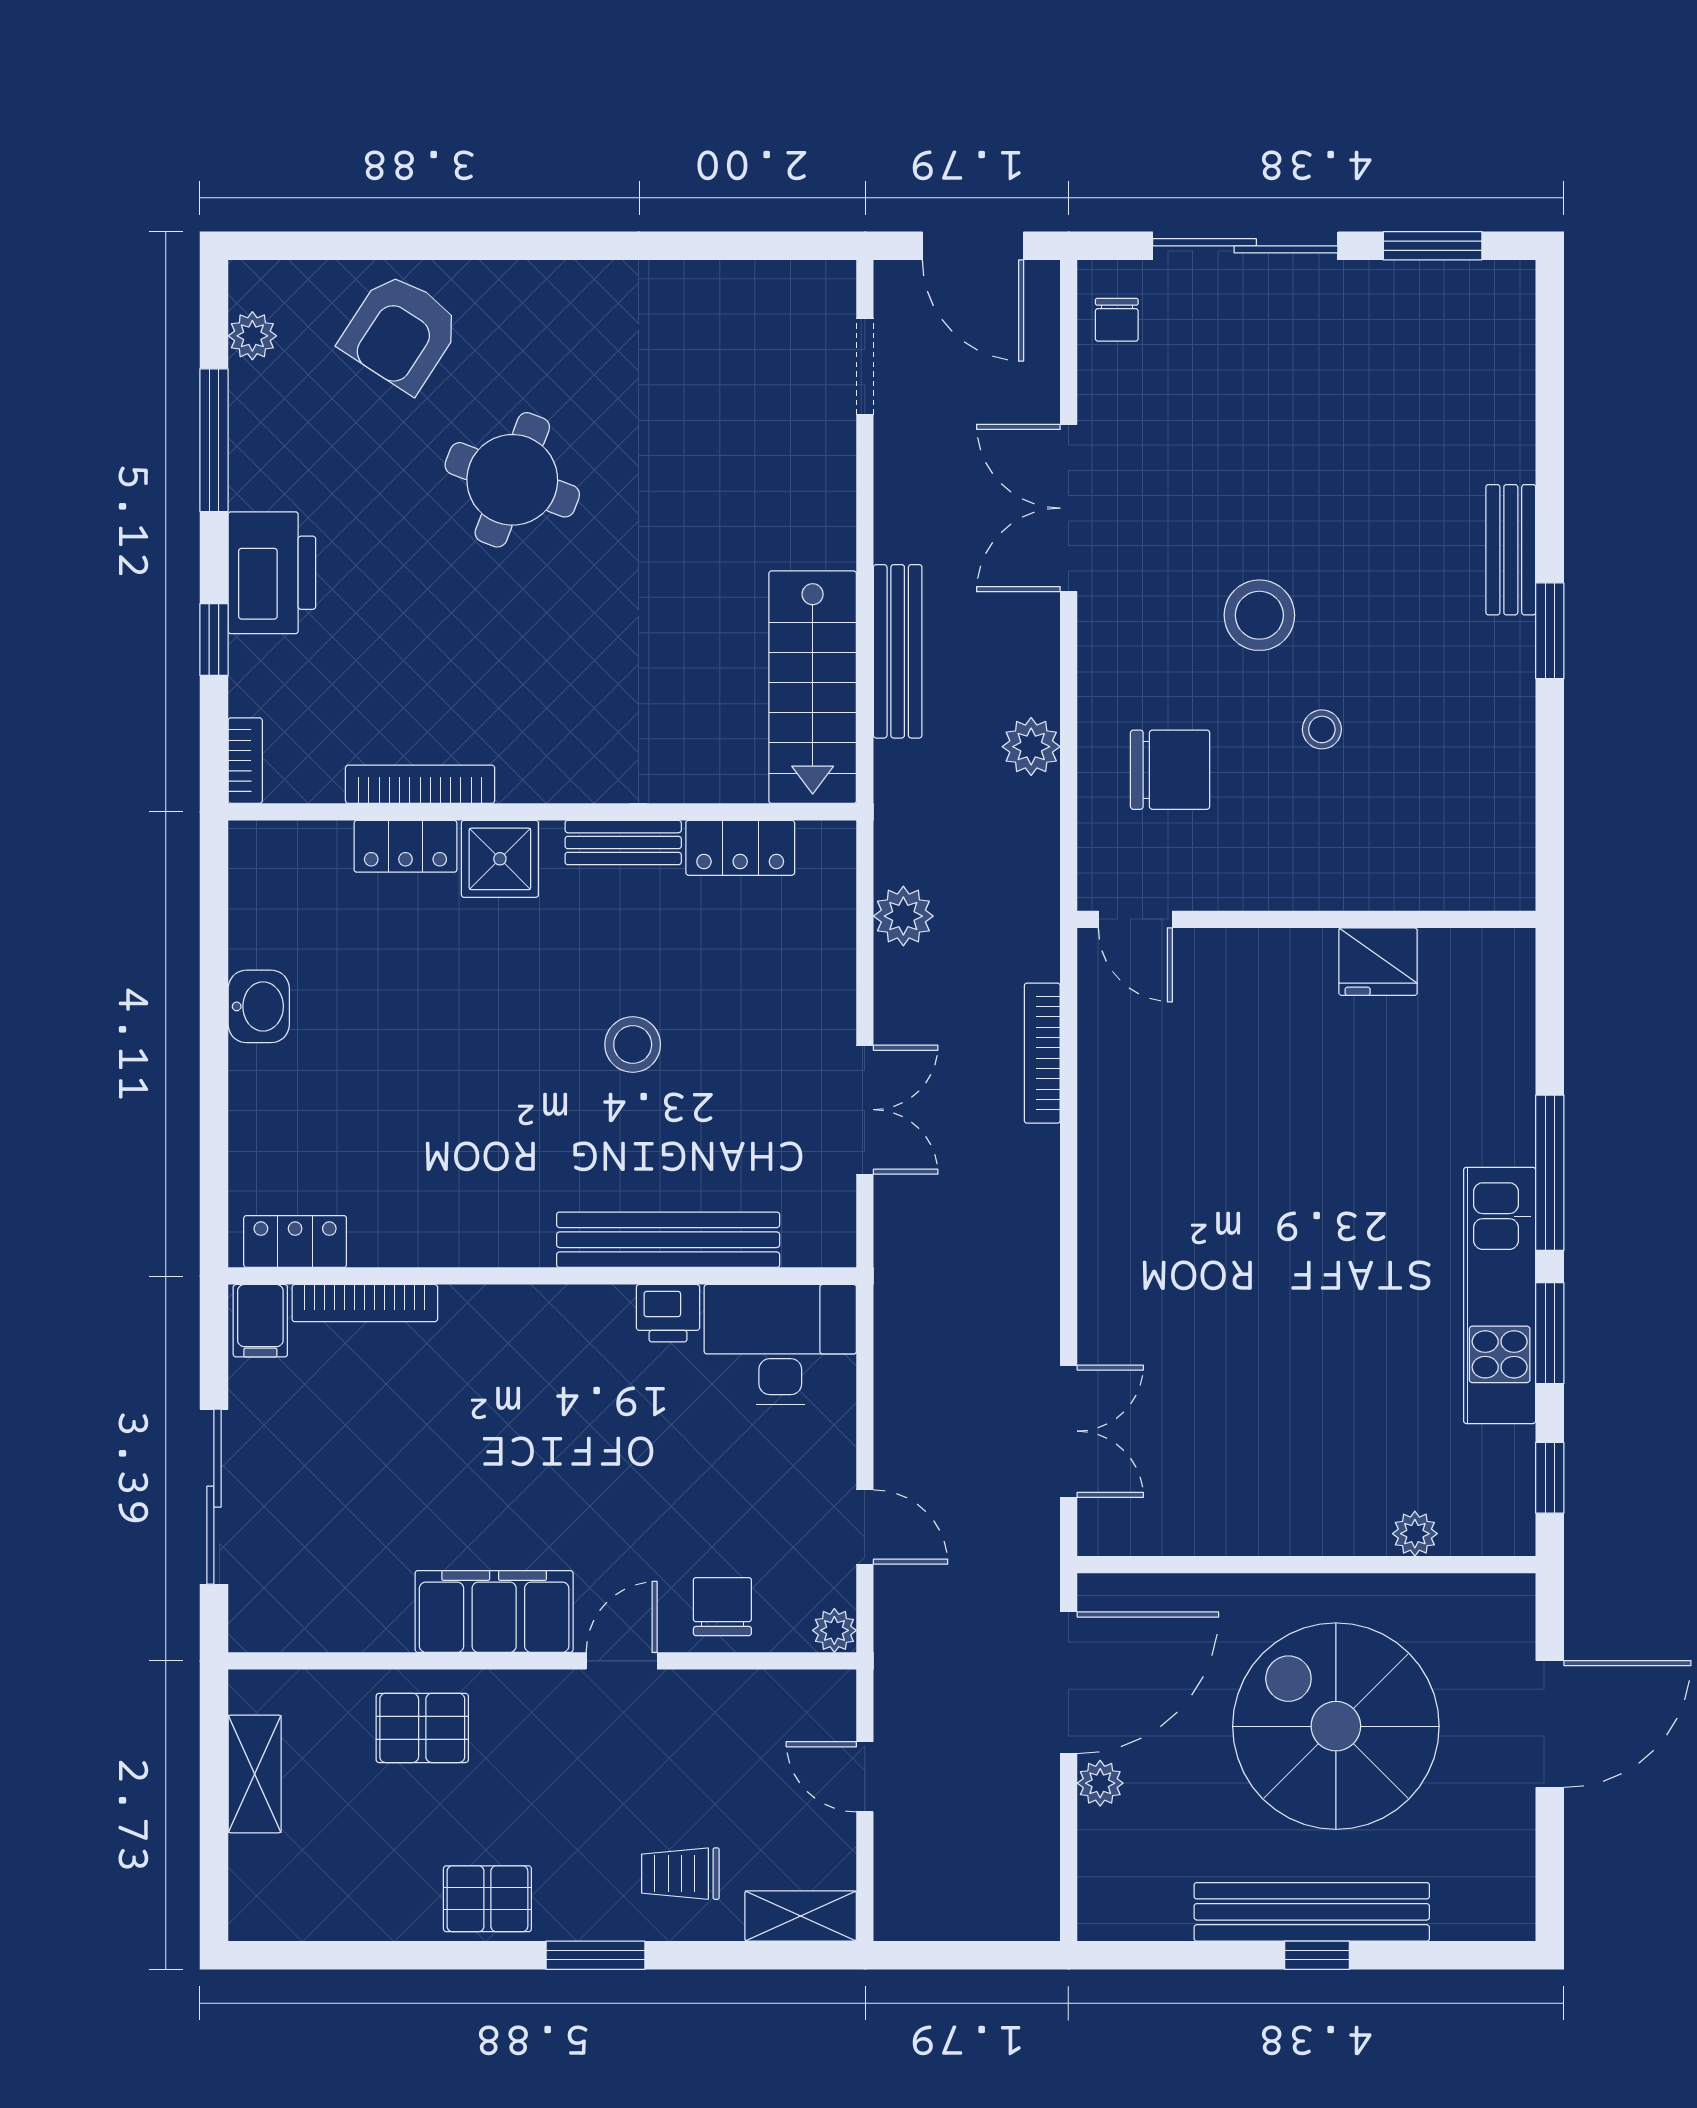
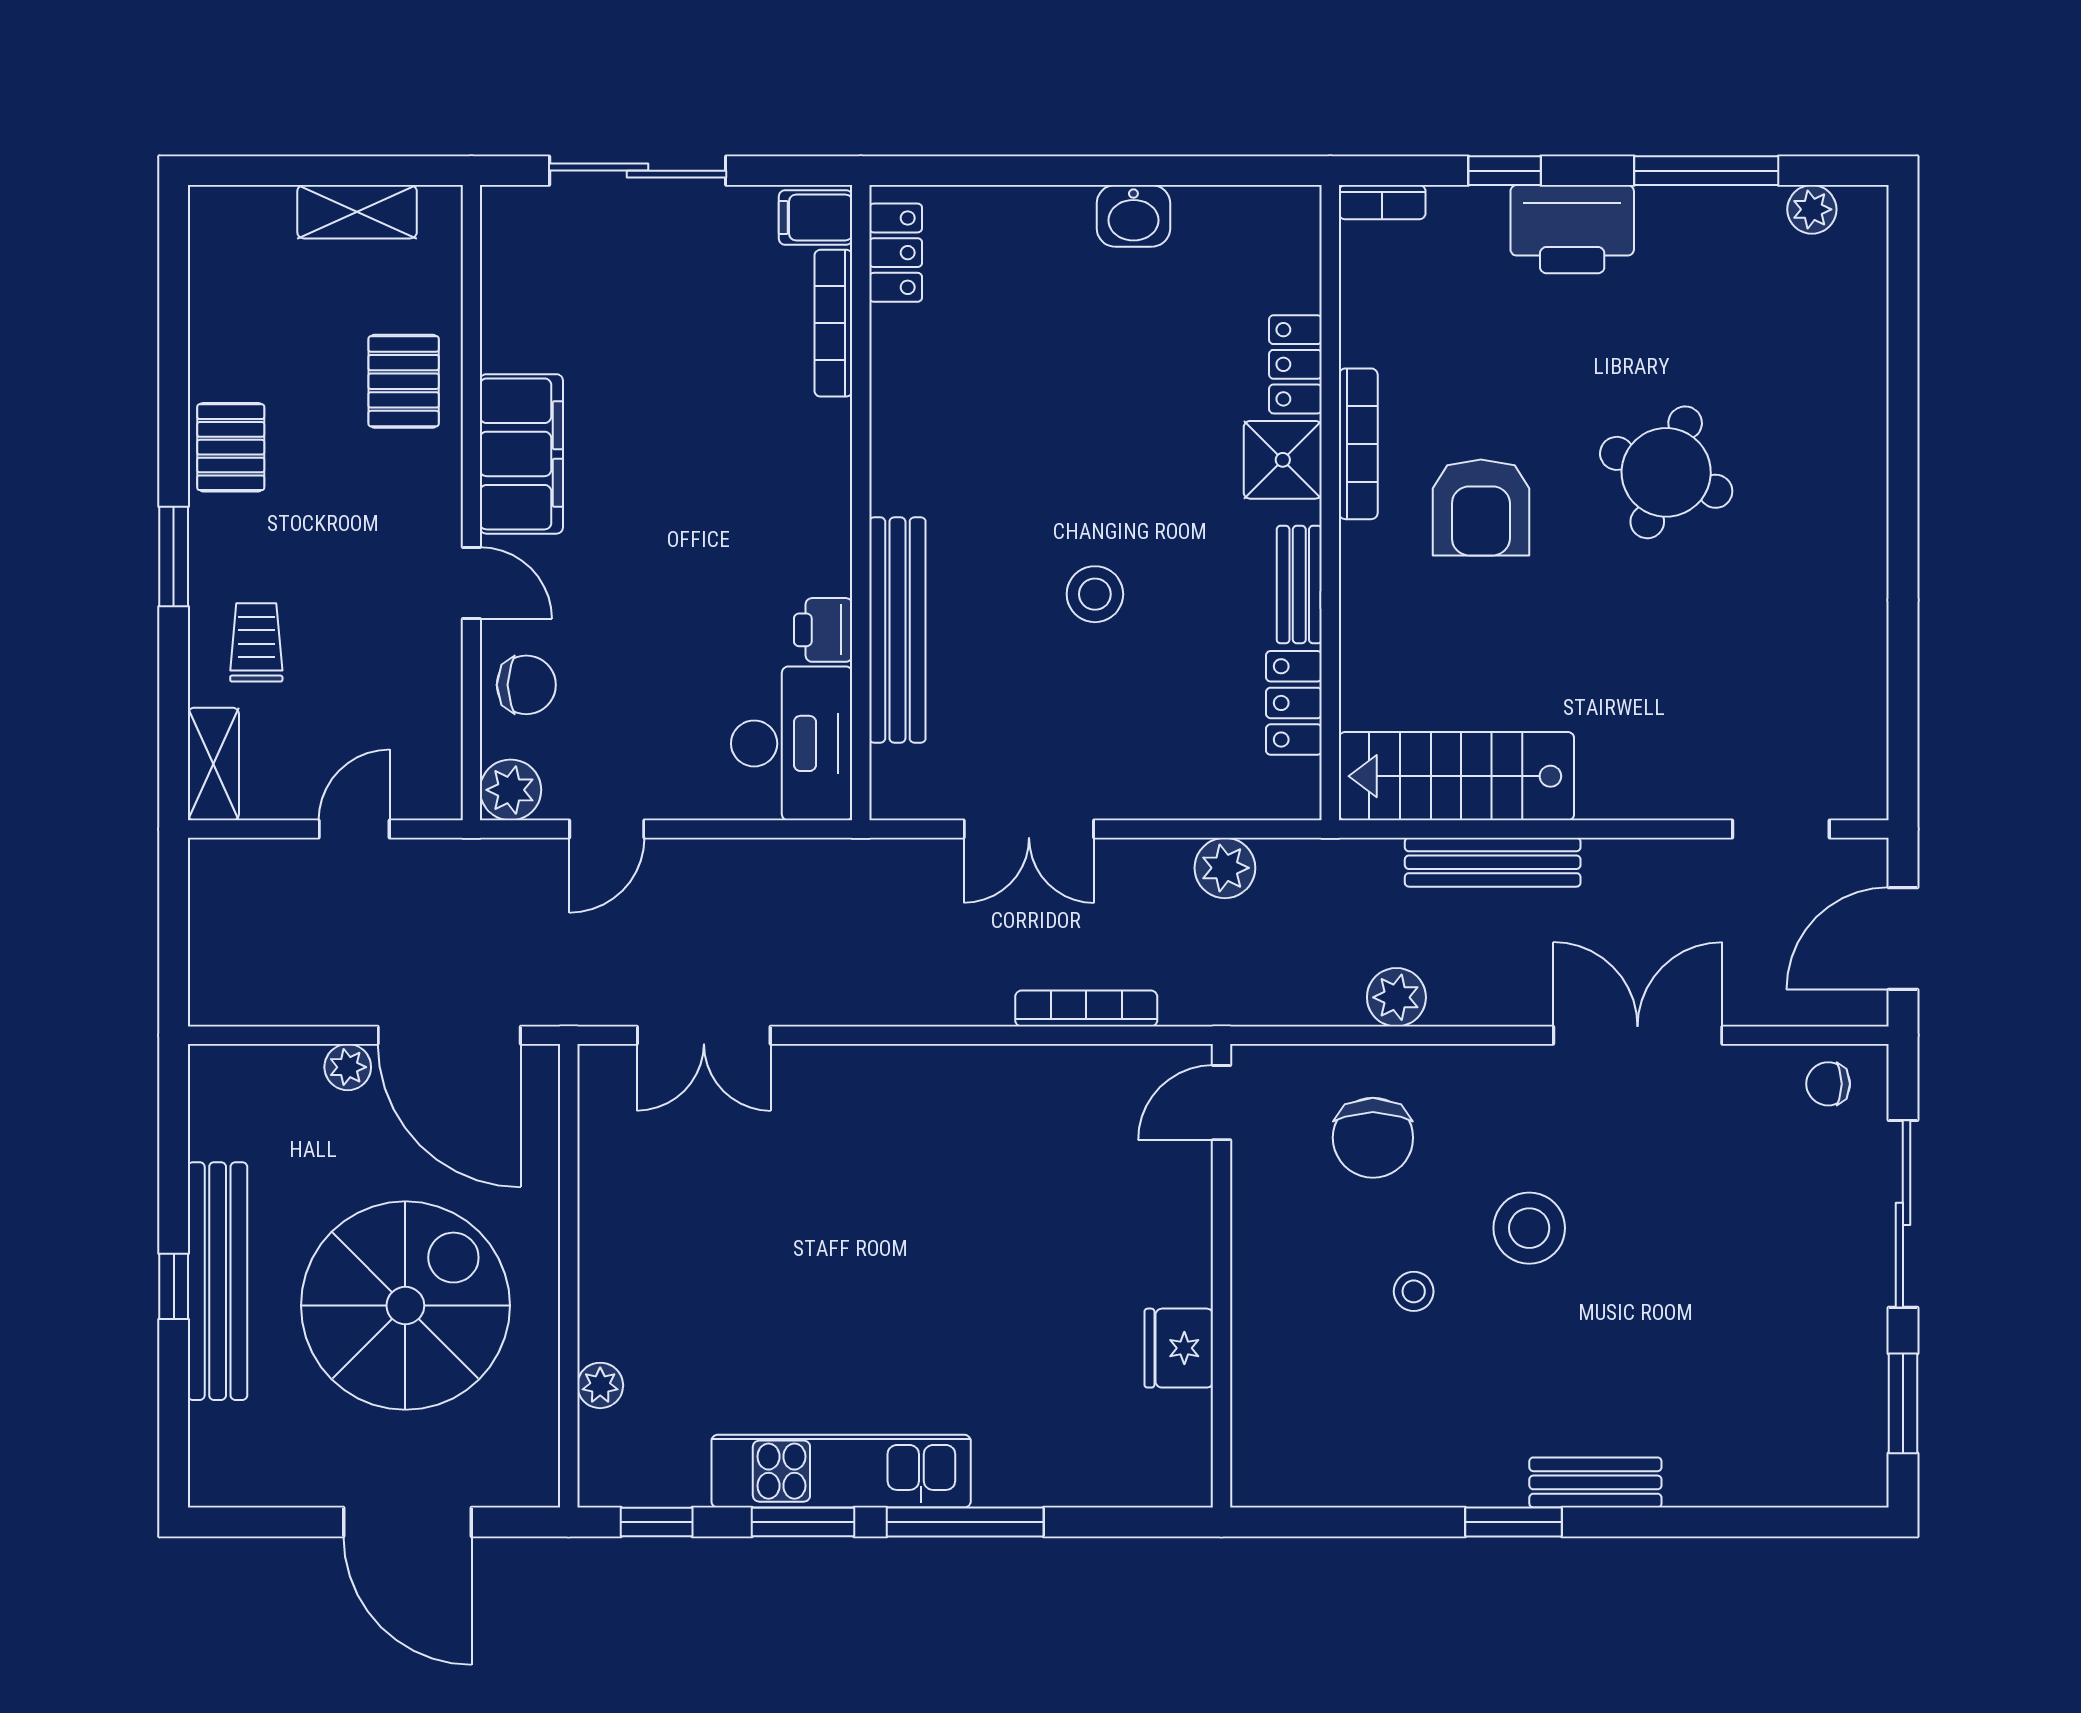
armchair: (401, 332) -> (1481, 507), moved, turned -123
bookcase: (420, 784) -> (1358, 444), moved
plant: (834, 1630) -> (511, 790), width x1.38, depth x1.38

